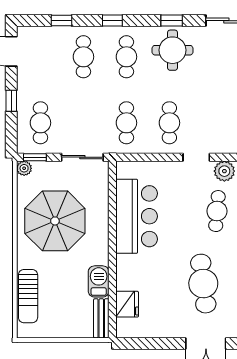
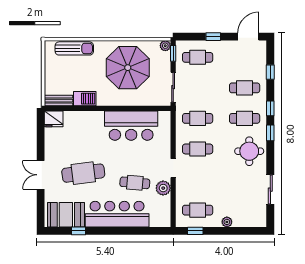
window: (172, 21) -> (270, 133), moved
sun lounger: (28, 296) -> (74, 48), turned 180
fridge: (127, 304) -> (54, 119), moved

